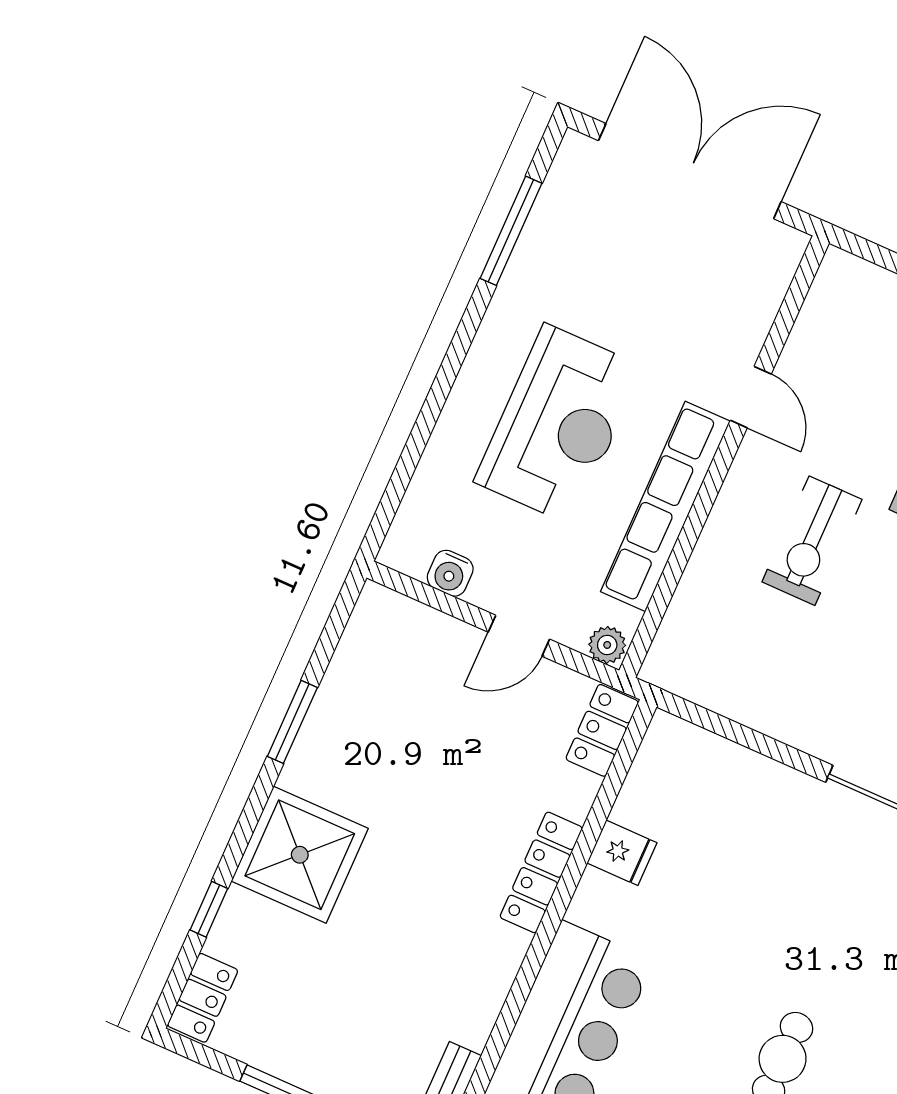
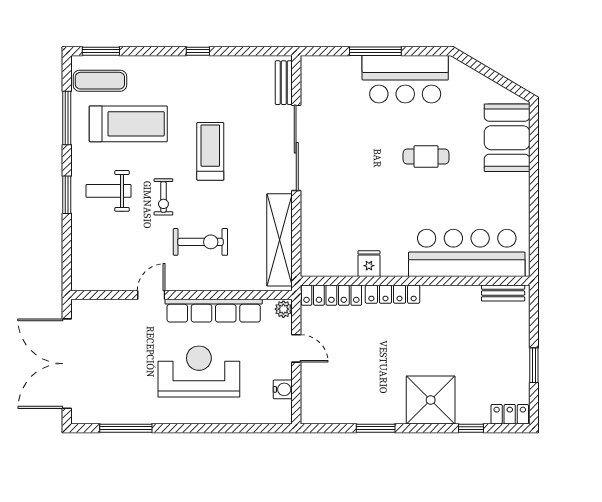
shelving: (747, 698) -> (279, 240), added
locker: (602, 730) -> (331, 295), width x1.53

